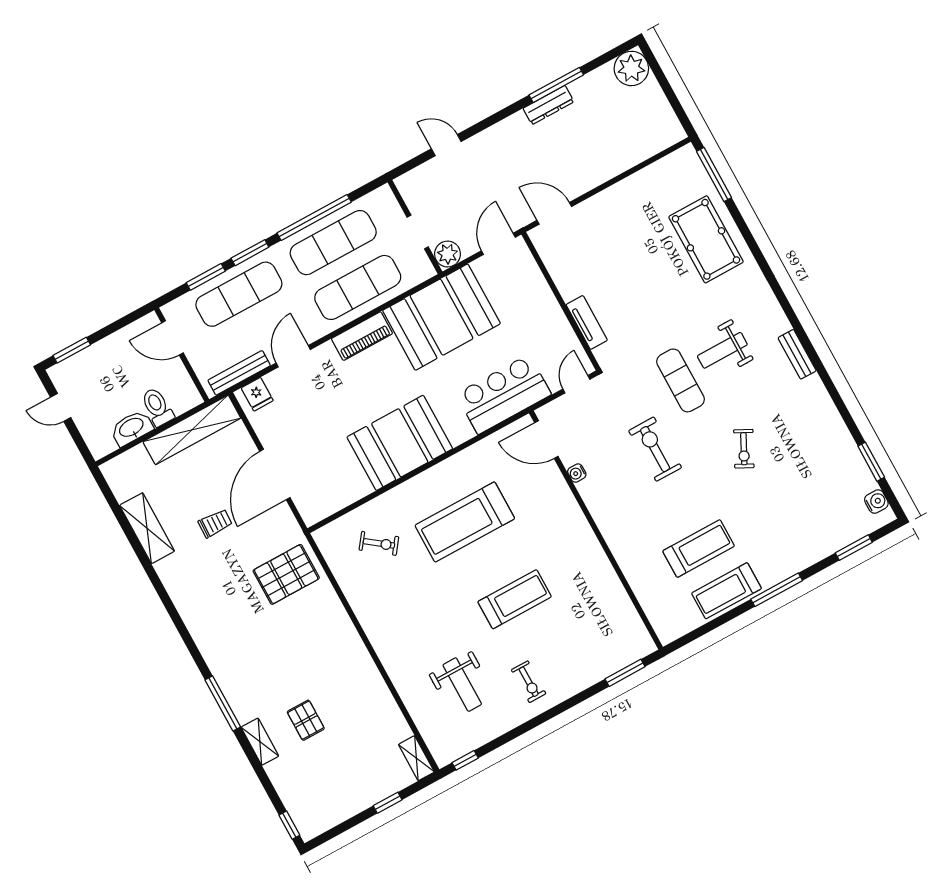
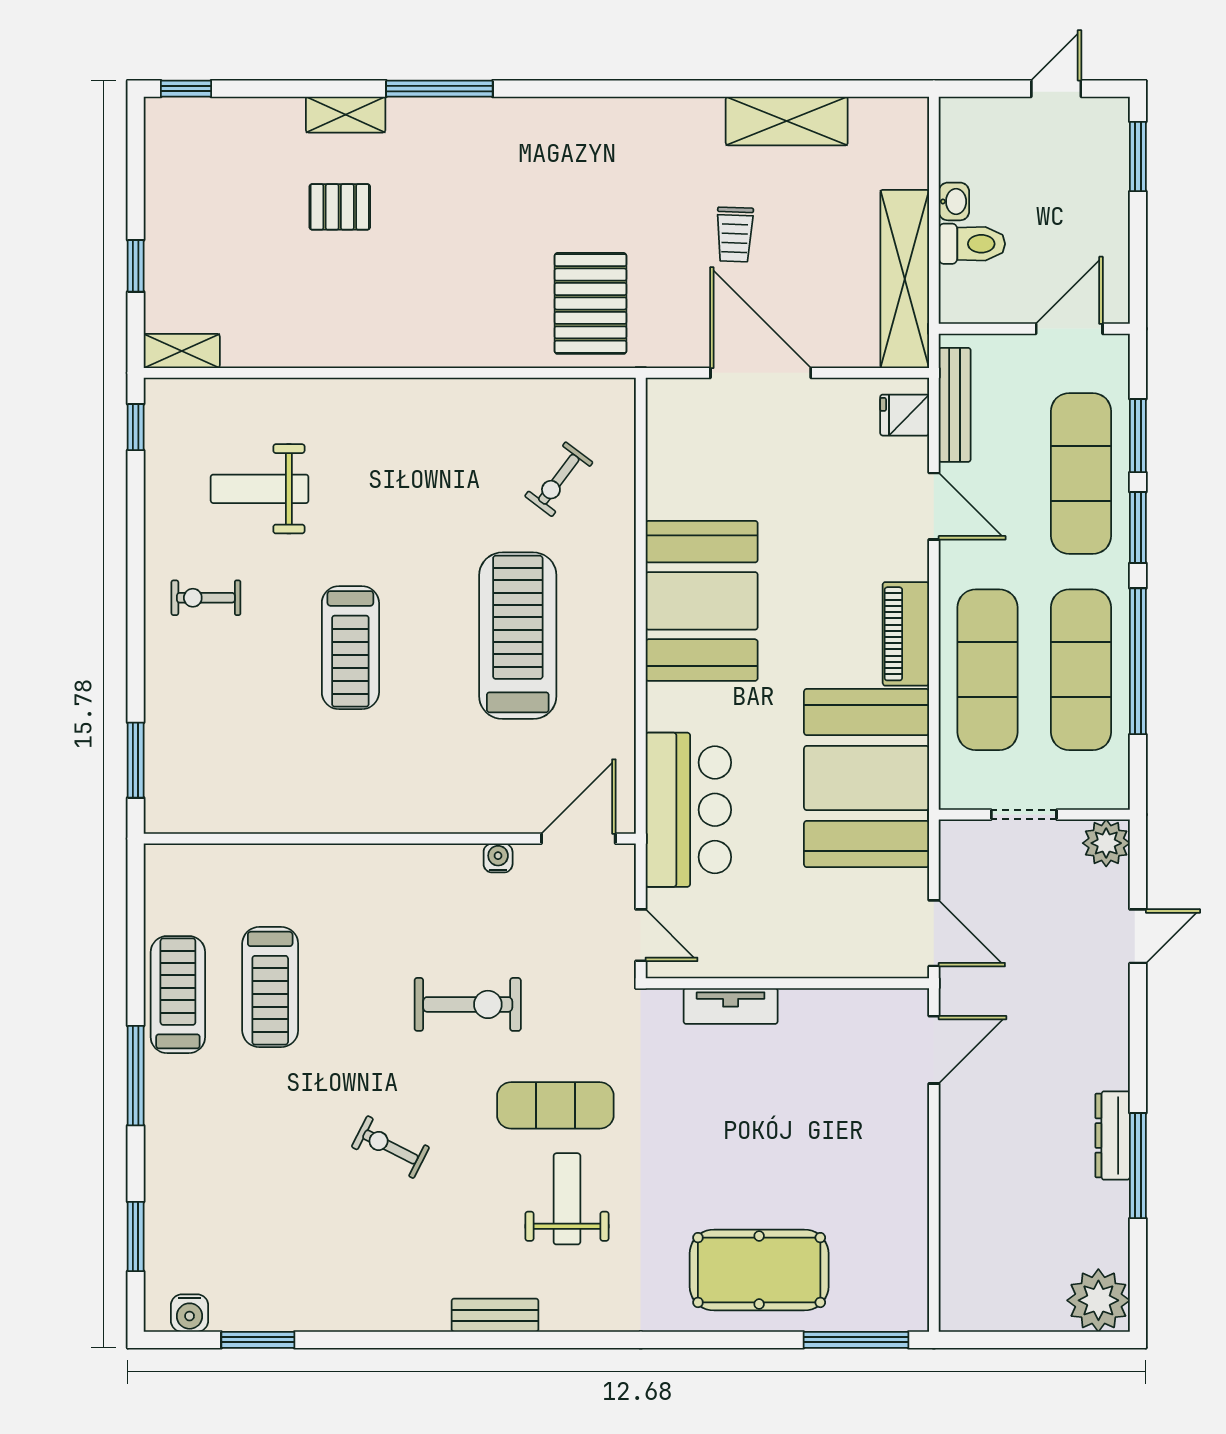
plant: (448, 254) -> (1106, 843), moved
washbasin: (132, 428) -> (954, 201), width x0.52, depth x0.69

